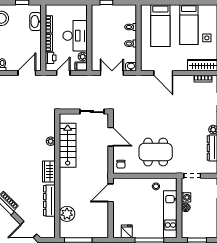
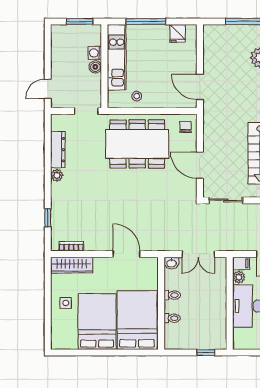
bed: (189, 25) -> (97, 322), width x1.50
bed: (160, 26) -> (137, 320), width x1.50
dining table: (156, 152) -> (137, 144), width x1.36, depth x1.24
door: (111, 193) -> (200, 87), swing flipped
washing machine: (186, 197) -> (95, 53), moved

